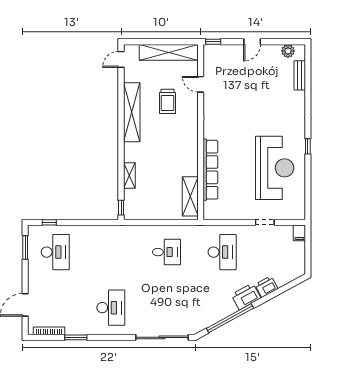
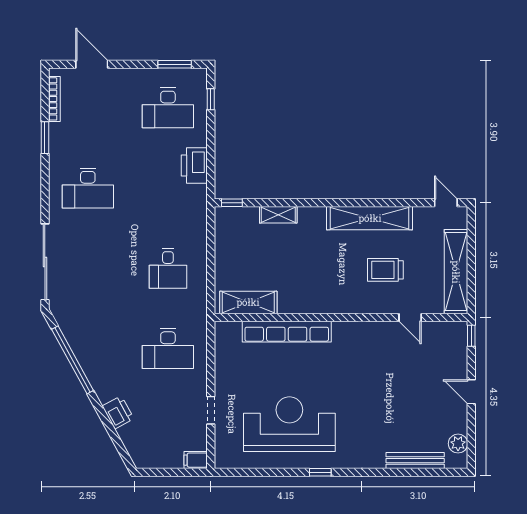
bench: (300, 75) -> (415, 461), width x1.36
door: (201, 84) -> (410, 318), swing flipped
reception desk: (275, 168) -> (289, 424), turned 180
printer: (246, 296) -> (194, 165), moved, turned -151

